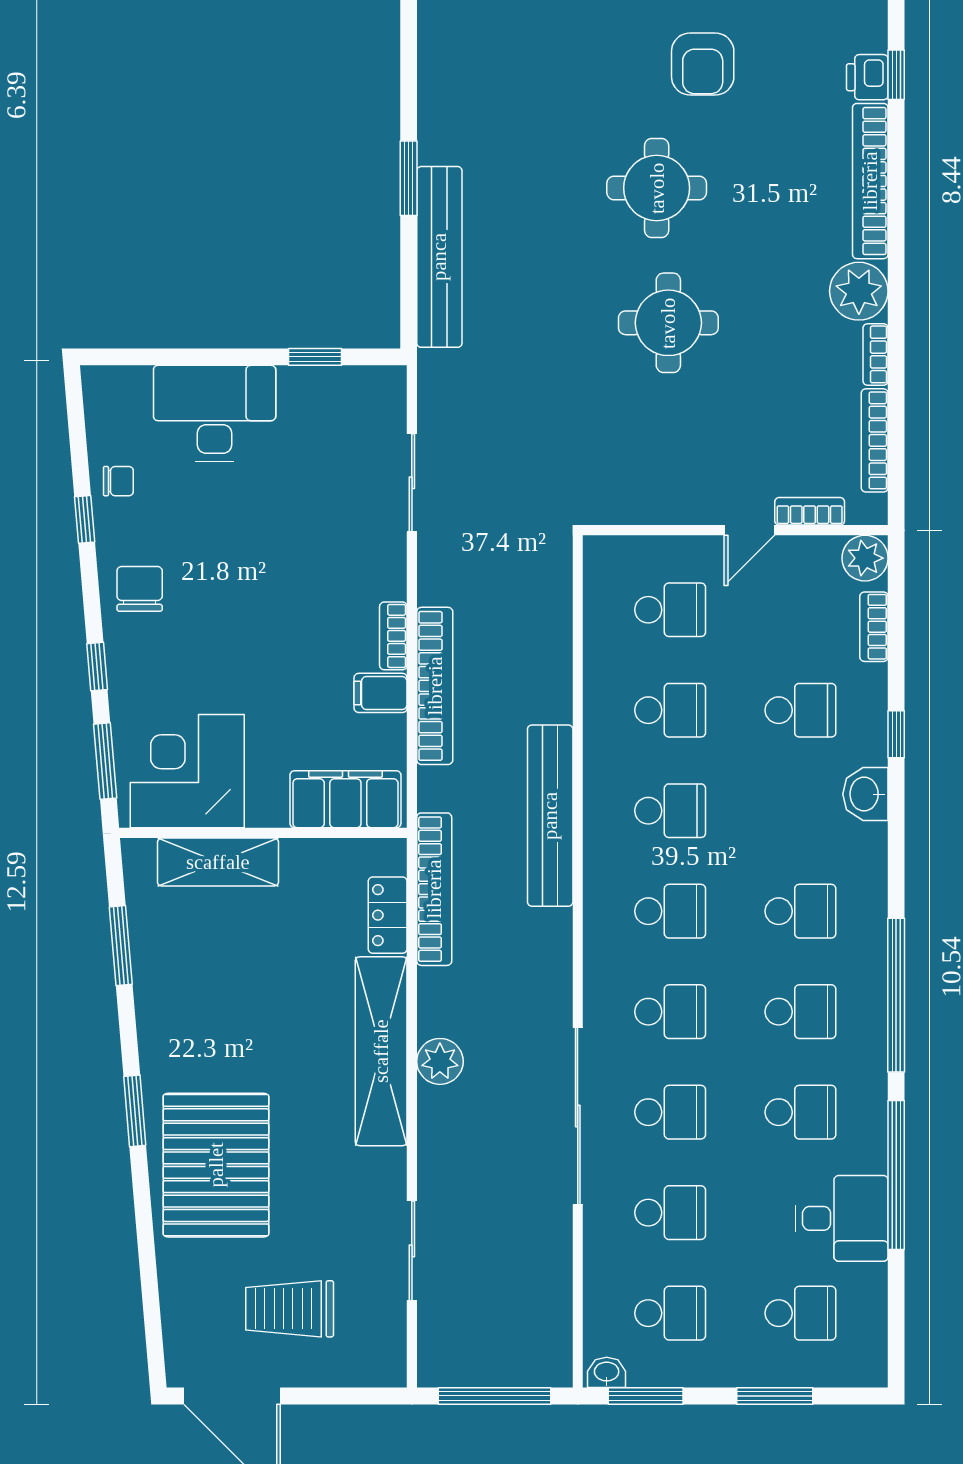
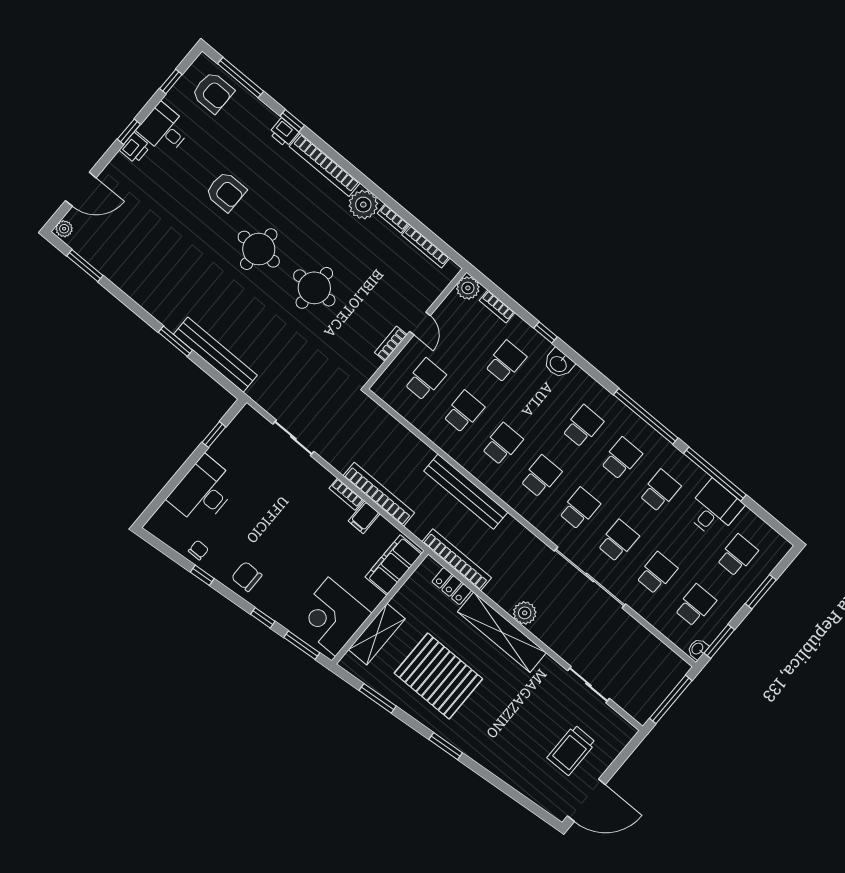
bookcase: (810, 511) -> (391, 344), moved
pallet: (216, 1165) -> (438, 676), moved

